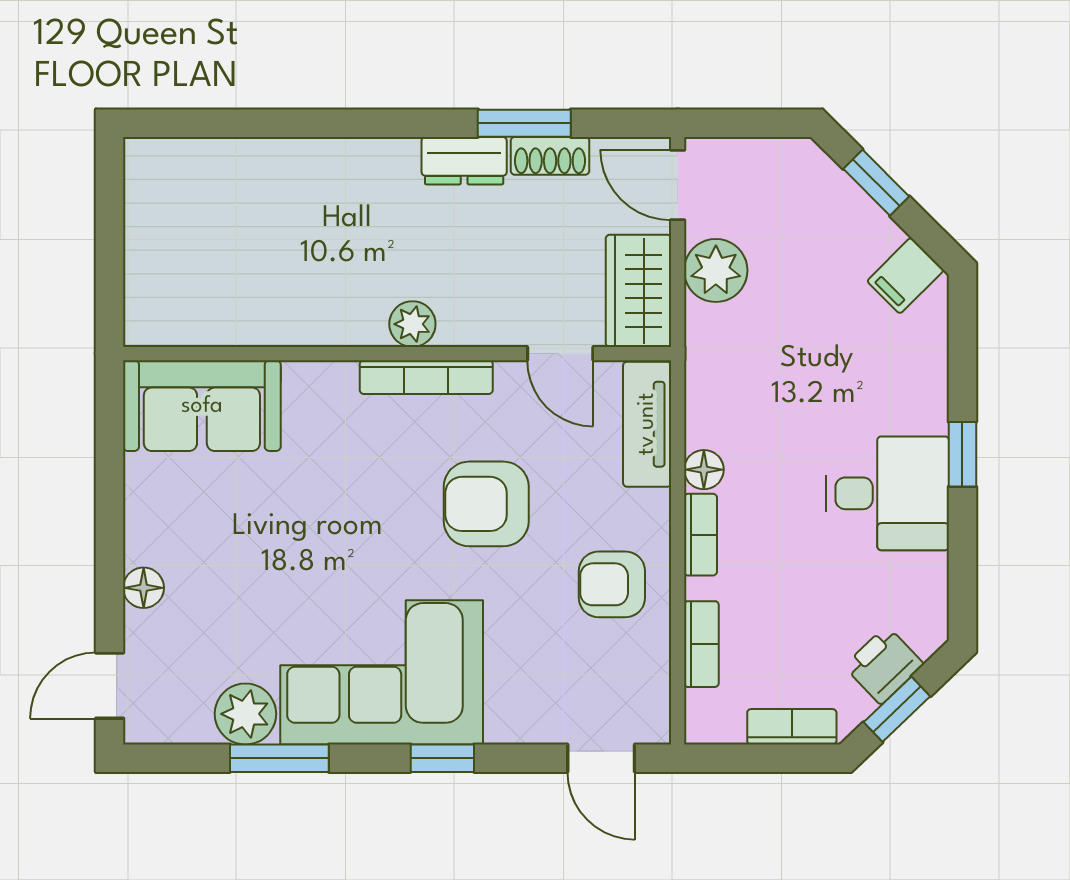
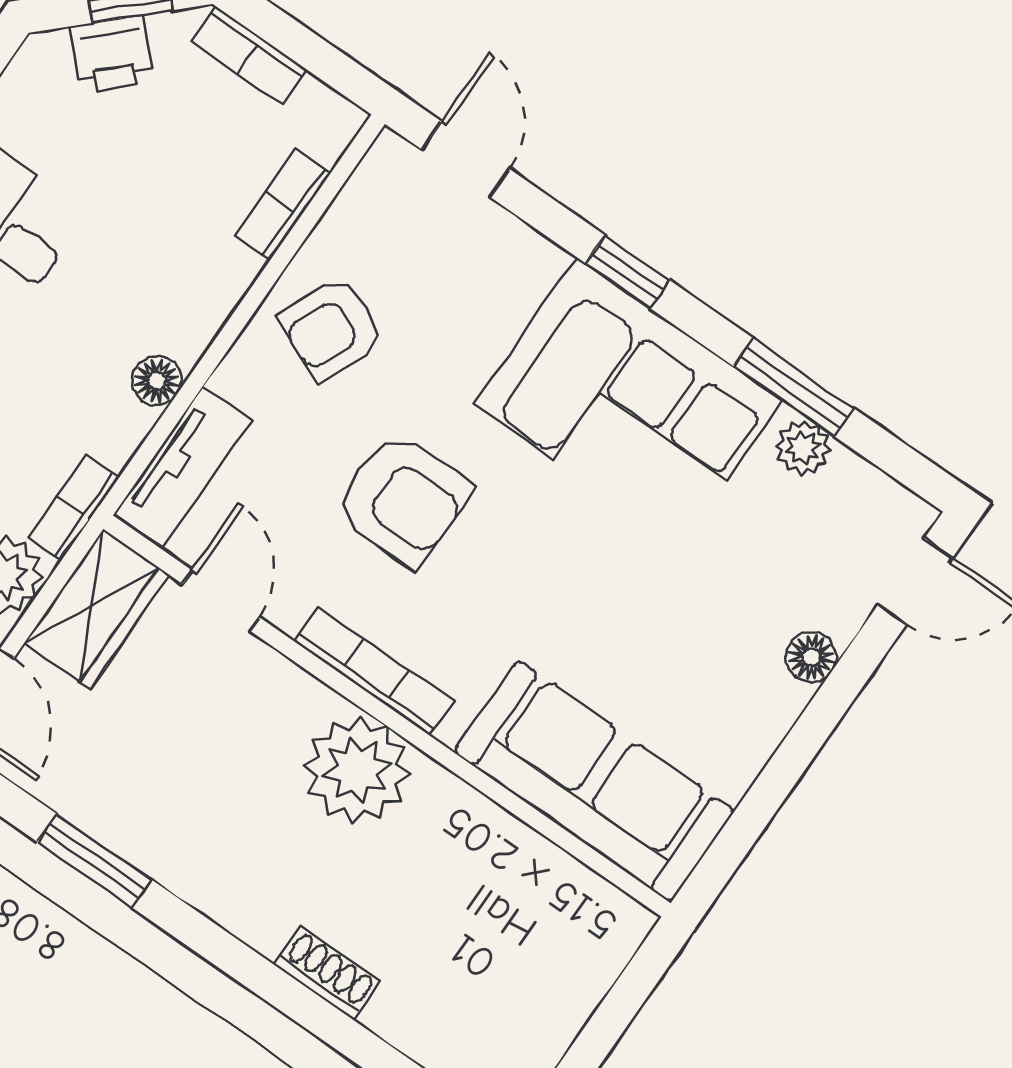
shoe rack: (550, 156) -> (327, 973), moved
dresser: (464, 161) -> (182, 865), removed
plant: (412, 324) -> (357, 770), width x1.88, depth x1.88
sofa: (202, 406) -> (594, 781), width x1.36
bookcase: (701, 535) -> (74, 508), moved
armchair: (612, 584) -> (332, 329), turned 114
plant: (245, 714) -> (803, 448), width x0.73, depth x0.73

